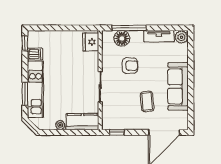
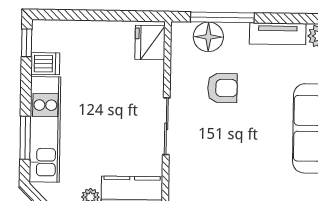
coffee table: (147, 101) -> (254, 156), removed

